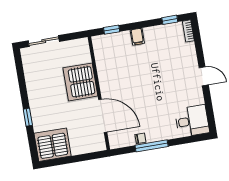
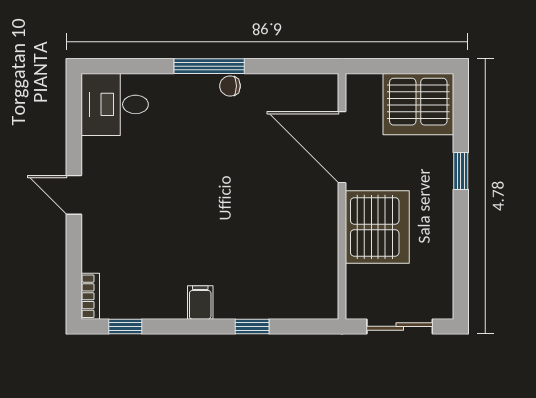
server rack: (80, 82) -> (377, 227), moved
wall: (99, 93) -> (342, 196), moved
door: (103, 116) -> (342, 147), moved

